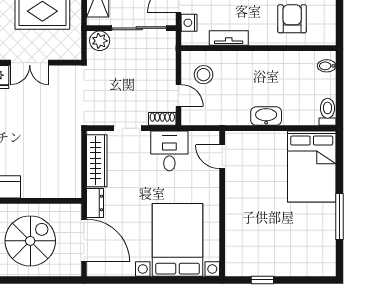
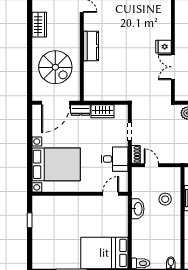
stool: (204, 75) -> (165, 199), moved
door: (179, 95) -> (151, 165), swing flipped
washbasin: (266, 116) -> (138, 209), moved
wardrobe: (97, 161) -> (102, 111), width x0.67

